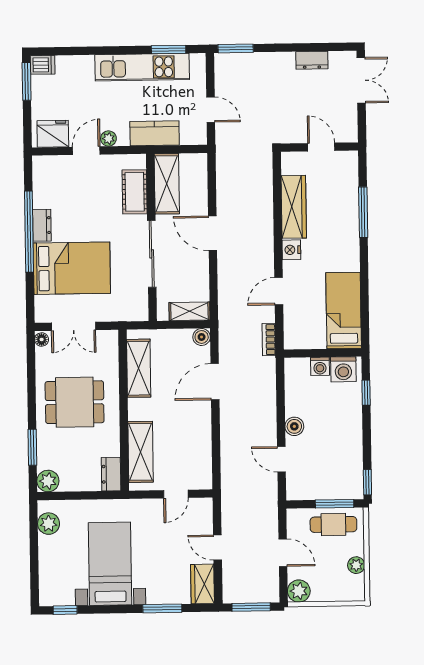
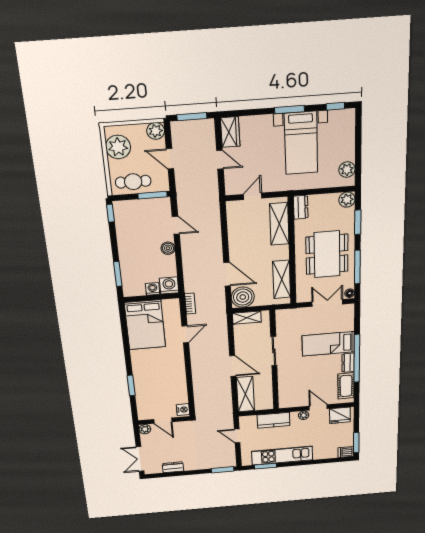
plant: (349, 134) -> (145, 429), added
door: (86, 151) -> (318, 407), swing flipped
shelving: (167, 184) -> (245, 394), moved
cot: (135, 192) -> (346, 386), moved
wardrobe: (294, 207) -> (179, 385), removed
window: (363, 212) -> (131, 385), width x0.69
nightstand: (291, 250) -> (183, 410), moved
sliding door: (152, 254) -> (274, 351), width x0.73
bed: (72, 268) -> (328, 344), width x0.67
bed: (344, 311) -> (145, 325), width x1.50
boiler: (202, 337) -> (243, 297), width x1.86, depth x1.86
washing machine: (343, 369) -> (169, 285), moved
window: (31, 380) -> (357, 267), added
door: (215, 382) -> (227, 274), hinge flipped
window: (366, 393) -> (118, 274), width x1.50
dining table: (75, 402) -> (327, 254), width x1.38
window: (335, 504) -> (152, 195), moved
plant: (356, 565) -> (118, 147), width x1.88, depth x1.88
window: (162, 608) -> (289, 110), moved

